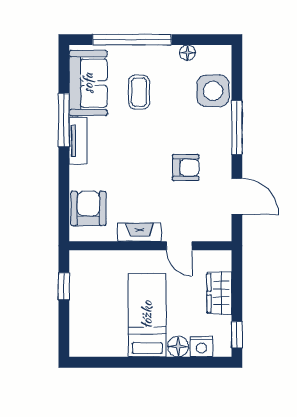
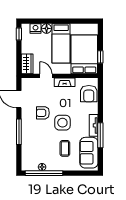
window: (132, 40) -> (44, 173), moved
side table: (213, 91) -> (62, 123), moved
bed: (98, 291) -> (84, 54), added
wardrobe: (219, 293) -> (27, 64), moved

